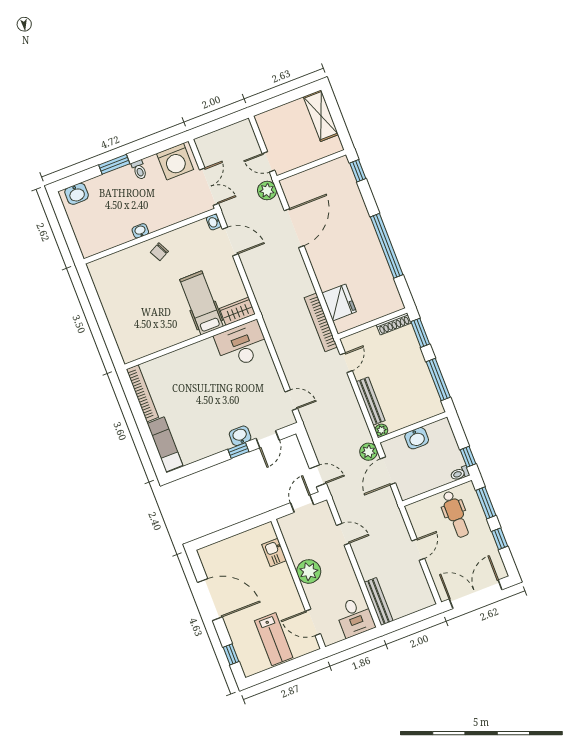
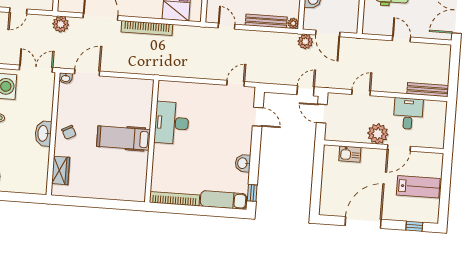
door: (269, 162) -> (18, 11), moved
washbasin: (140, 231) -> (43, 133), width x1.91, depth x1.45
hospital bed: (201, 303) -> (124, 138), moved
wardrobe: (237, 311) -> (61, 170), moved, turned 180
bookcase: (321, 322) -> (147, 28), moved
desk: (242, 345) -> (172, 123), moved
washbasin: (240, 436) -> (243, 163), moved
window: (238, 451) -> (252, 193), moved
desk: (355, 617) -> (408, 114), moved, turned -90
door: (313, 622) -> (399, 148), moved

